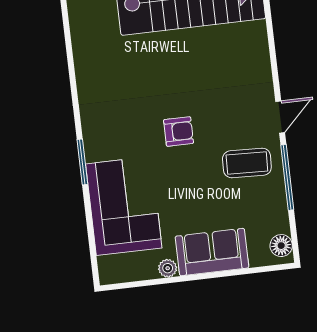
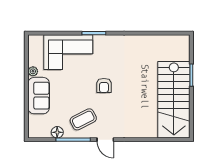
coffee table: (247, 163) -> (83, 119), turned 61
floor lamp: (281, 246) -> (57, 132), moved

